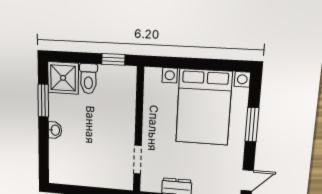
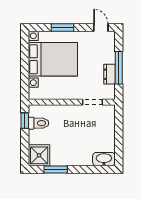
toilet: (88, 79) -> (39, 123), moved
washbasin: (55, 130) -> (104, 159), moved, width x1.91, depth x1.45

